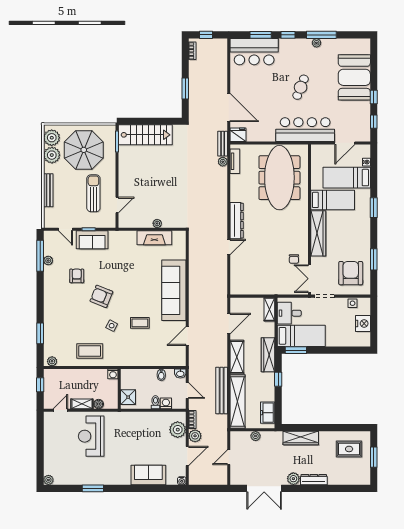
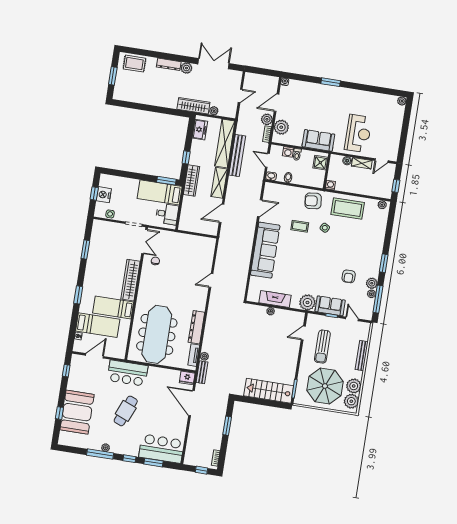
cafe table: (301, 87) -> (126, 411), width x1.37, depth x1.35
window: (374, 97) -> (59, 413), moved
bar counter: (305, 130) -> (128, 373), width x0.73
dresser: (237, 221) -> (196, 327), moved
plant: (118, 240) -> (307, 302), added
plant: (50, 272) -> (372, 283), added
armchair: (351, 273) -> (107, 241), removed
armchair: (101, 296) -> (313, 201), moved, turned 152
shelving: (269, 309) -> (184, 220), removed
window: (374, 323) -> (94, 194), added
window: (40, 333) -> (384, 263), moved
coffee table: (90, 351) -> (348, 209), width x1.36, depth x1.32
wardrobe: (301, 438) -> (193, 106), moved
rug: (349, 449) -> (134, 64), moved
sofa: (148, 475) -> (318, 140), moved, turned 180
window: (93, 488) -> (331, 82), moved

